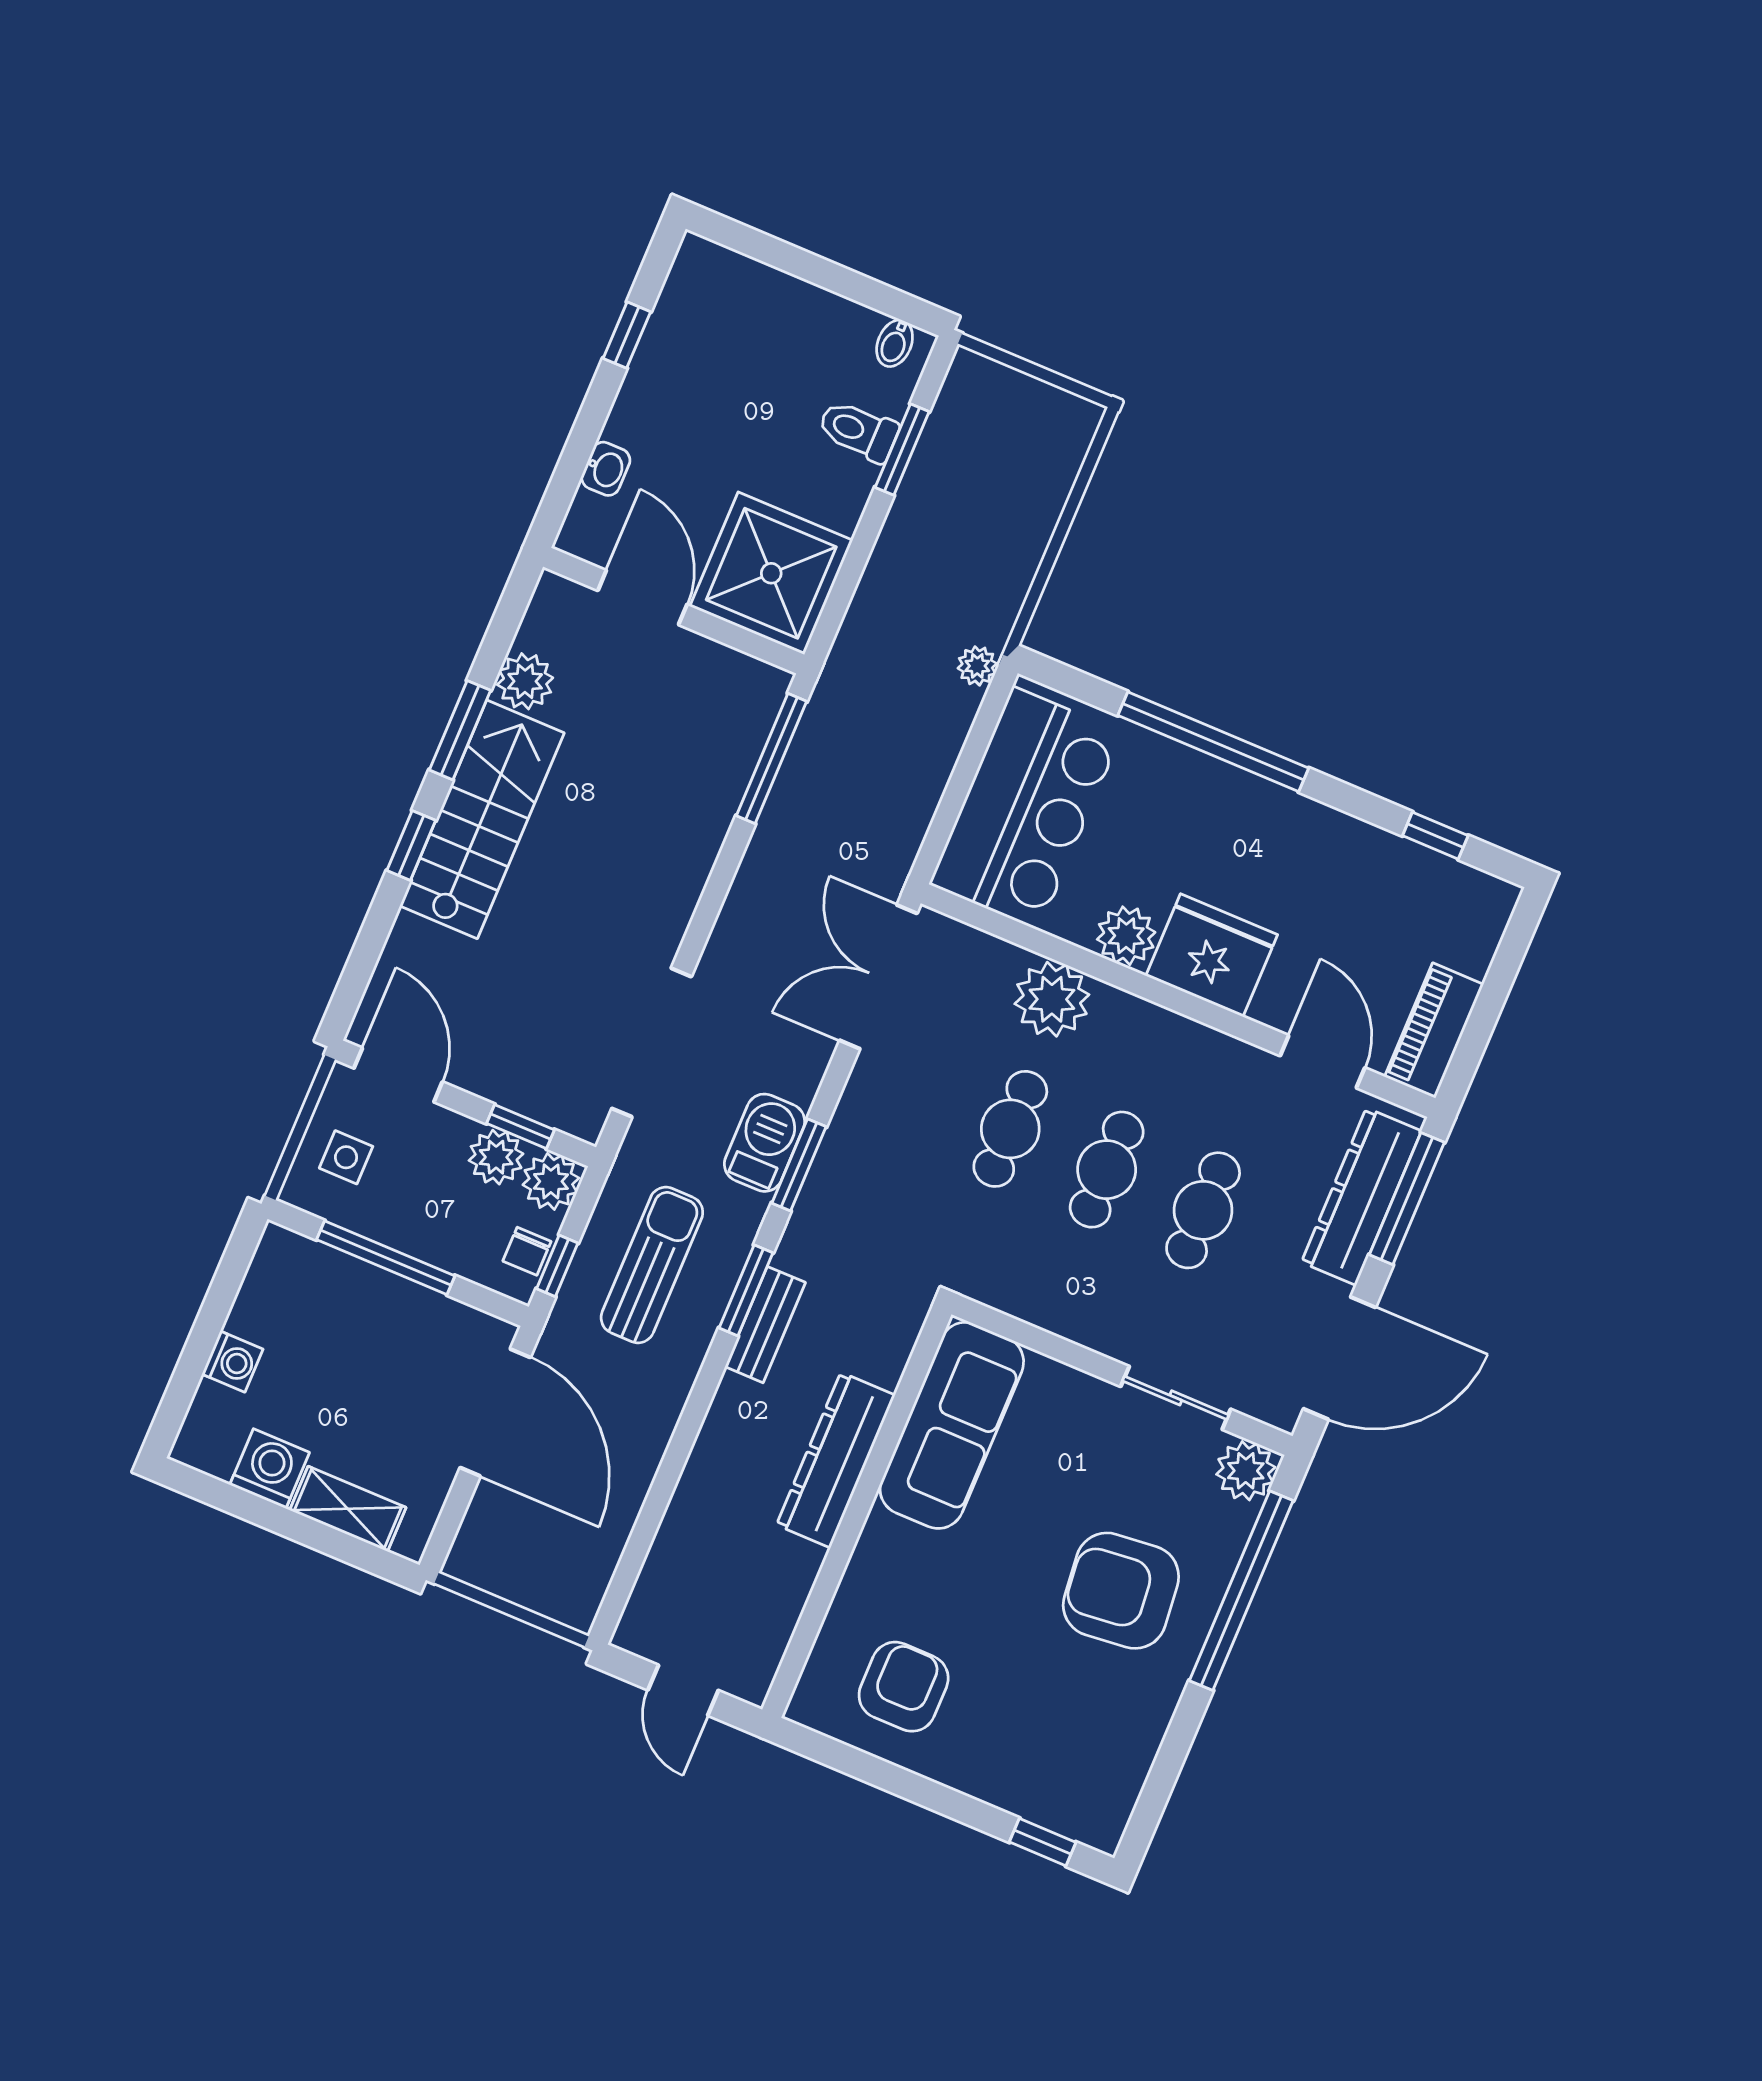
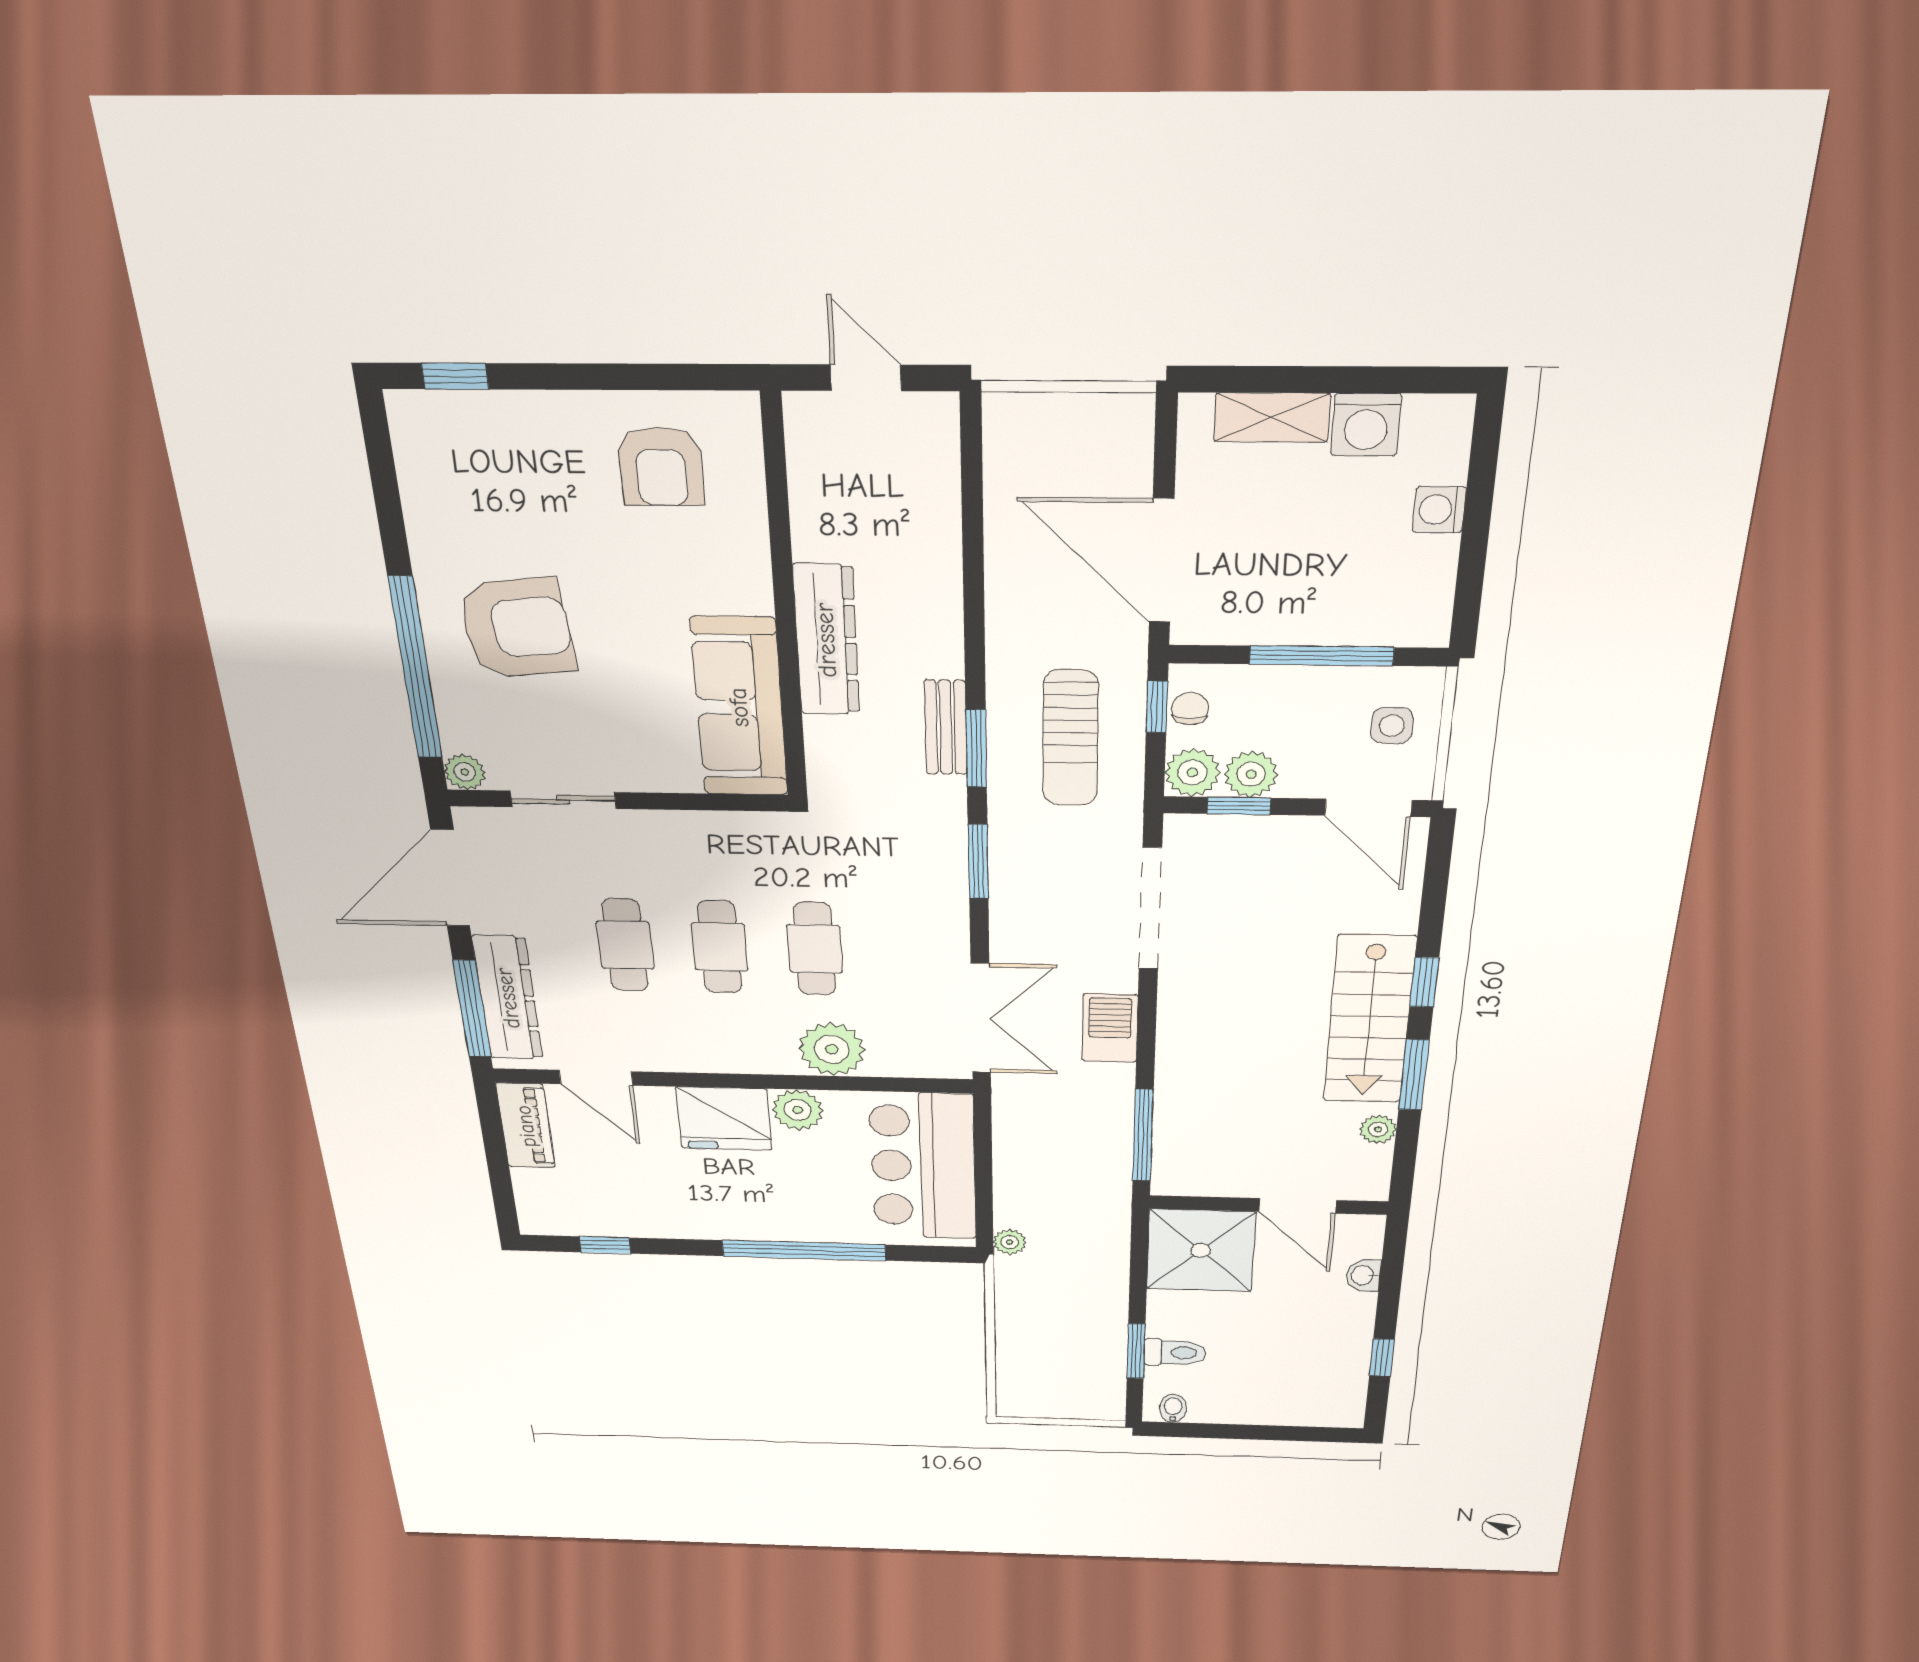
plant: (525, 681) -> (1378, 1129), width x0.73, depth x0.73
barbecue: (765, 1143) -> (1110, 1028), moved, turned 180
plant: (1246, 1471) -> (465, 772), width x0.73, depth x0.73

